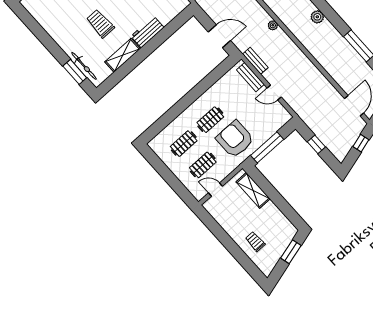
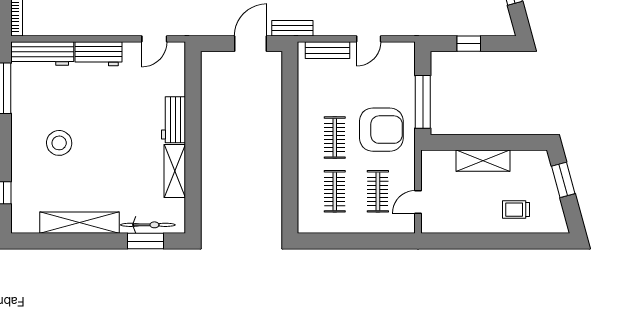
trolley: (100, 24) -> (117, 164), removed
shelving: (55, 31) -> (79, 223), added
bench: (255, 61) -> (292, 28), moved
armchair: (235, 139) -> (381, 130), turned 180
shelving: (253, 190) -> (483, 161), moved

